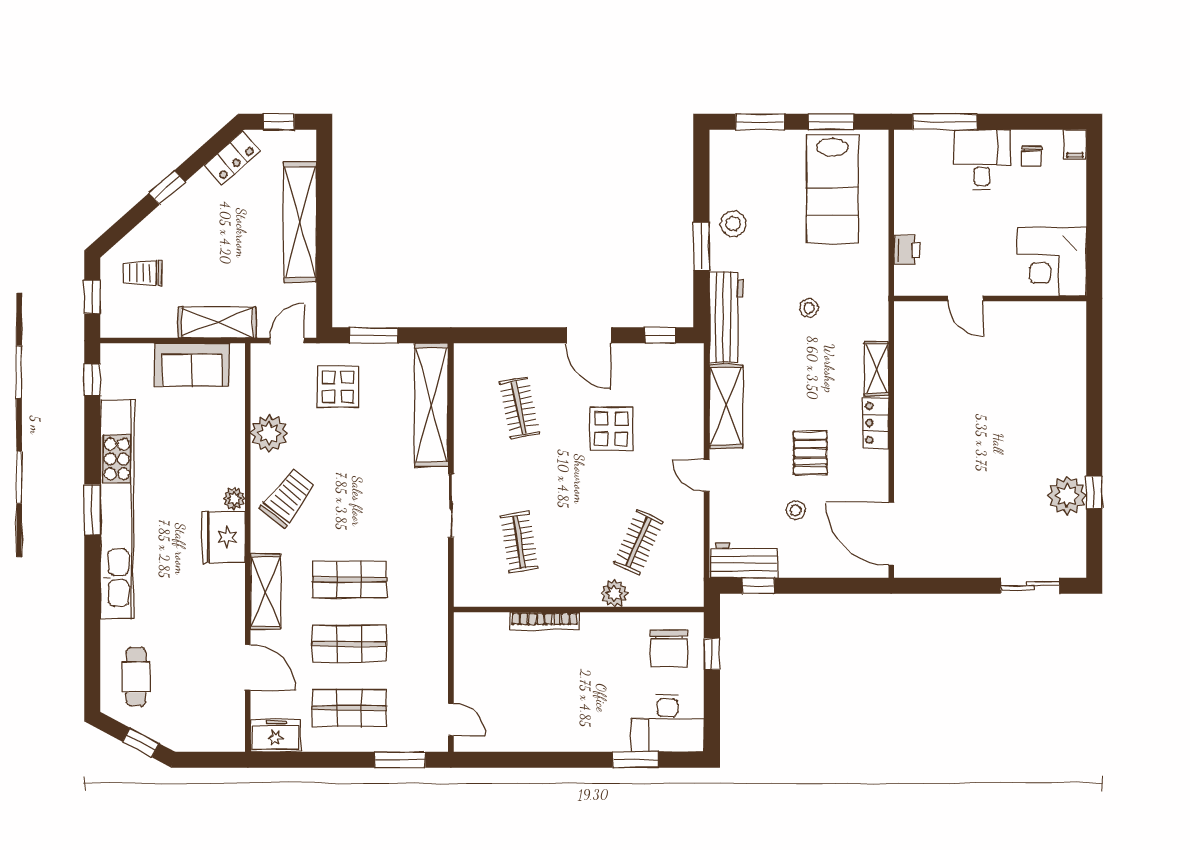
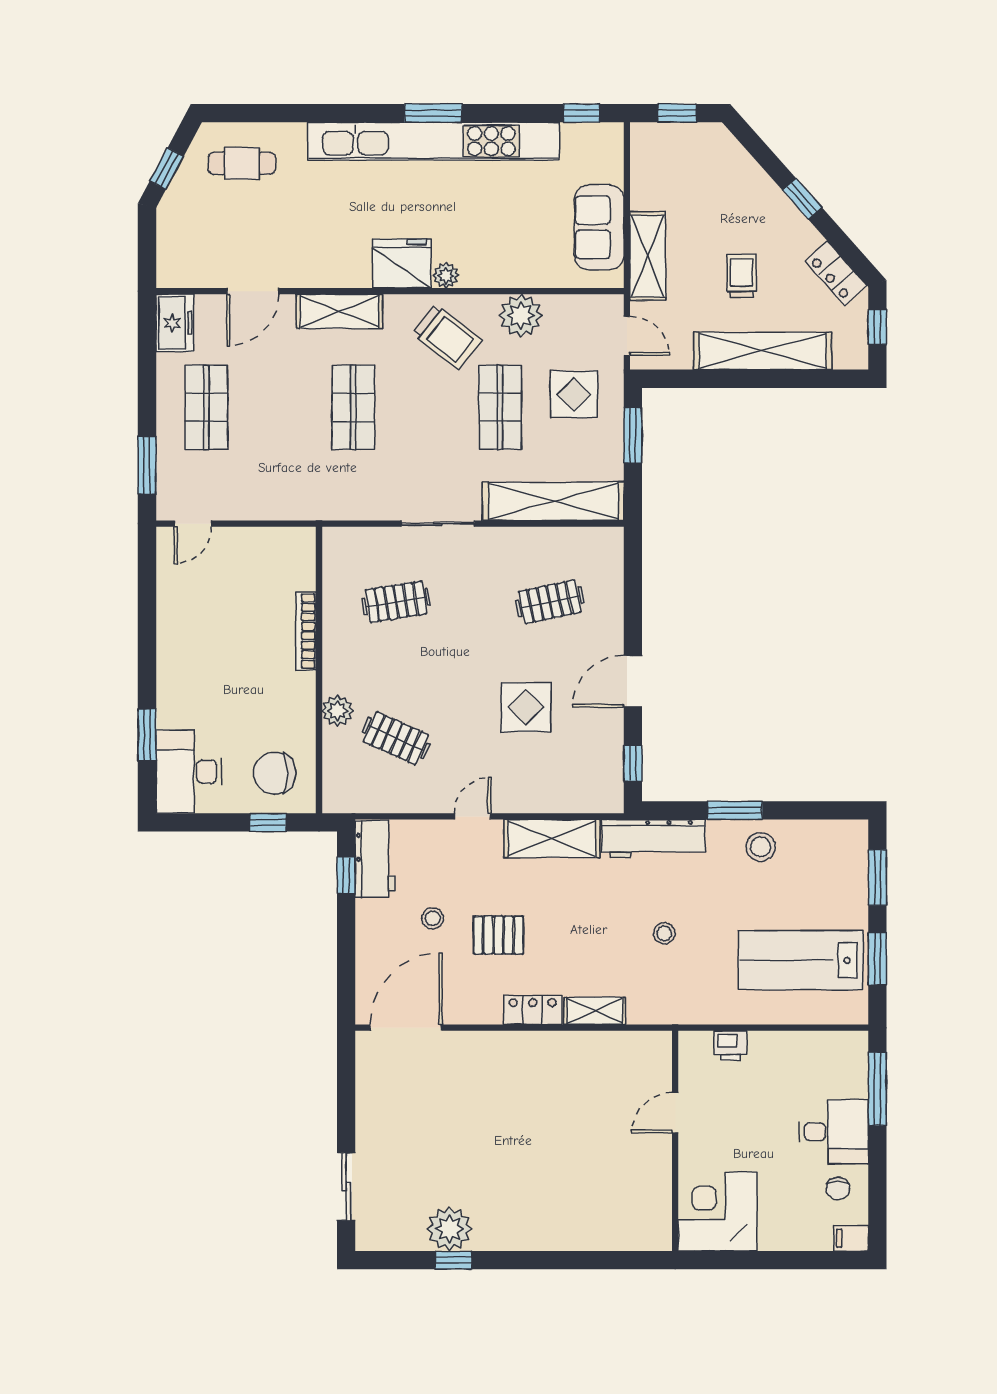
chair: (1032, 156) -> (838, 1189), turned -90
trolley: (142, 273) -> (742, 276), moved
shop shelf: (349, 644) -> (500, 407), moved

